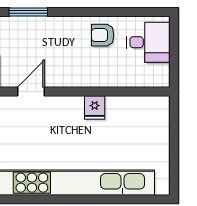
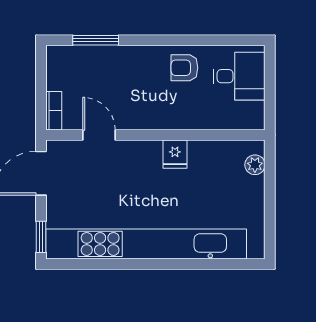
door: (31, 91) -> (99, 135), hinge flipped
plant: (162, 116) -> (255, 165), added

